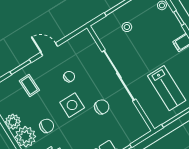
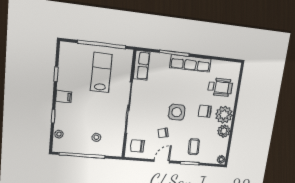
door: (49, 49) -> (162, 161), swing flipped
chair: (102, 107) -> (138, 146), moved
row of seats: (137, 122) -> (141, 65), added

